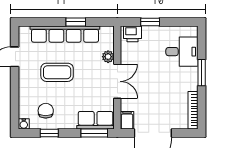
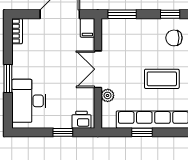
desk: (182, 52) -> (29, 101), width x1.37
bookcase: (193, 110) -> (17, 31), width x0.64
chair: (46, 111) -> (174, 38), turned 90
row of seats: (96, 120) -> (121, 28), removed

